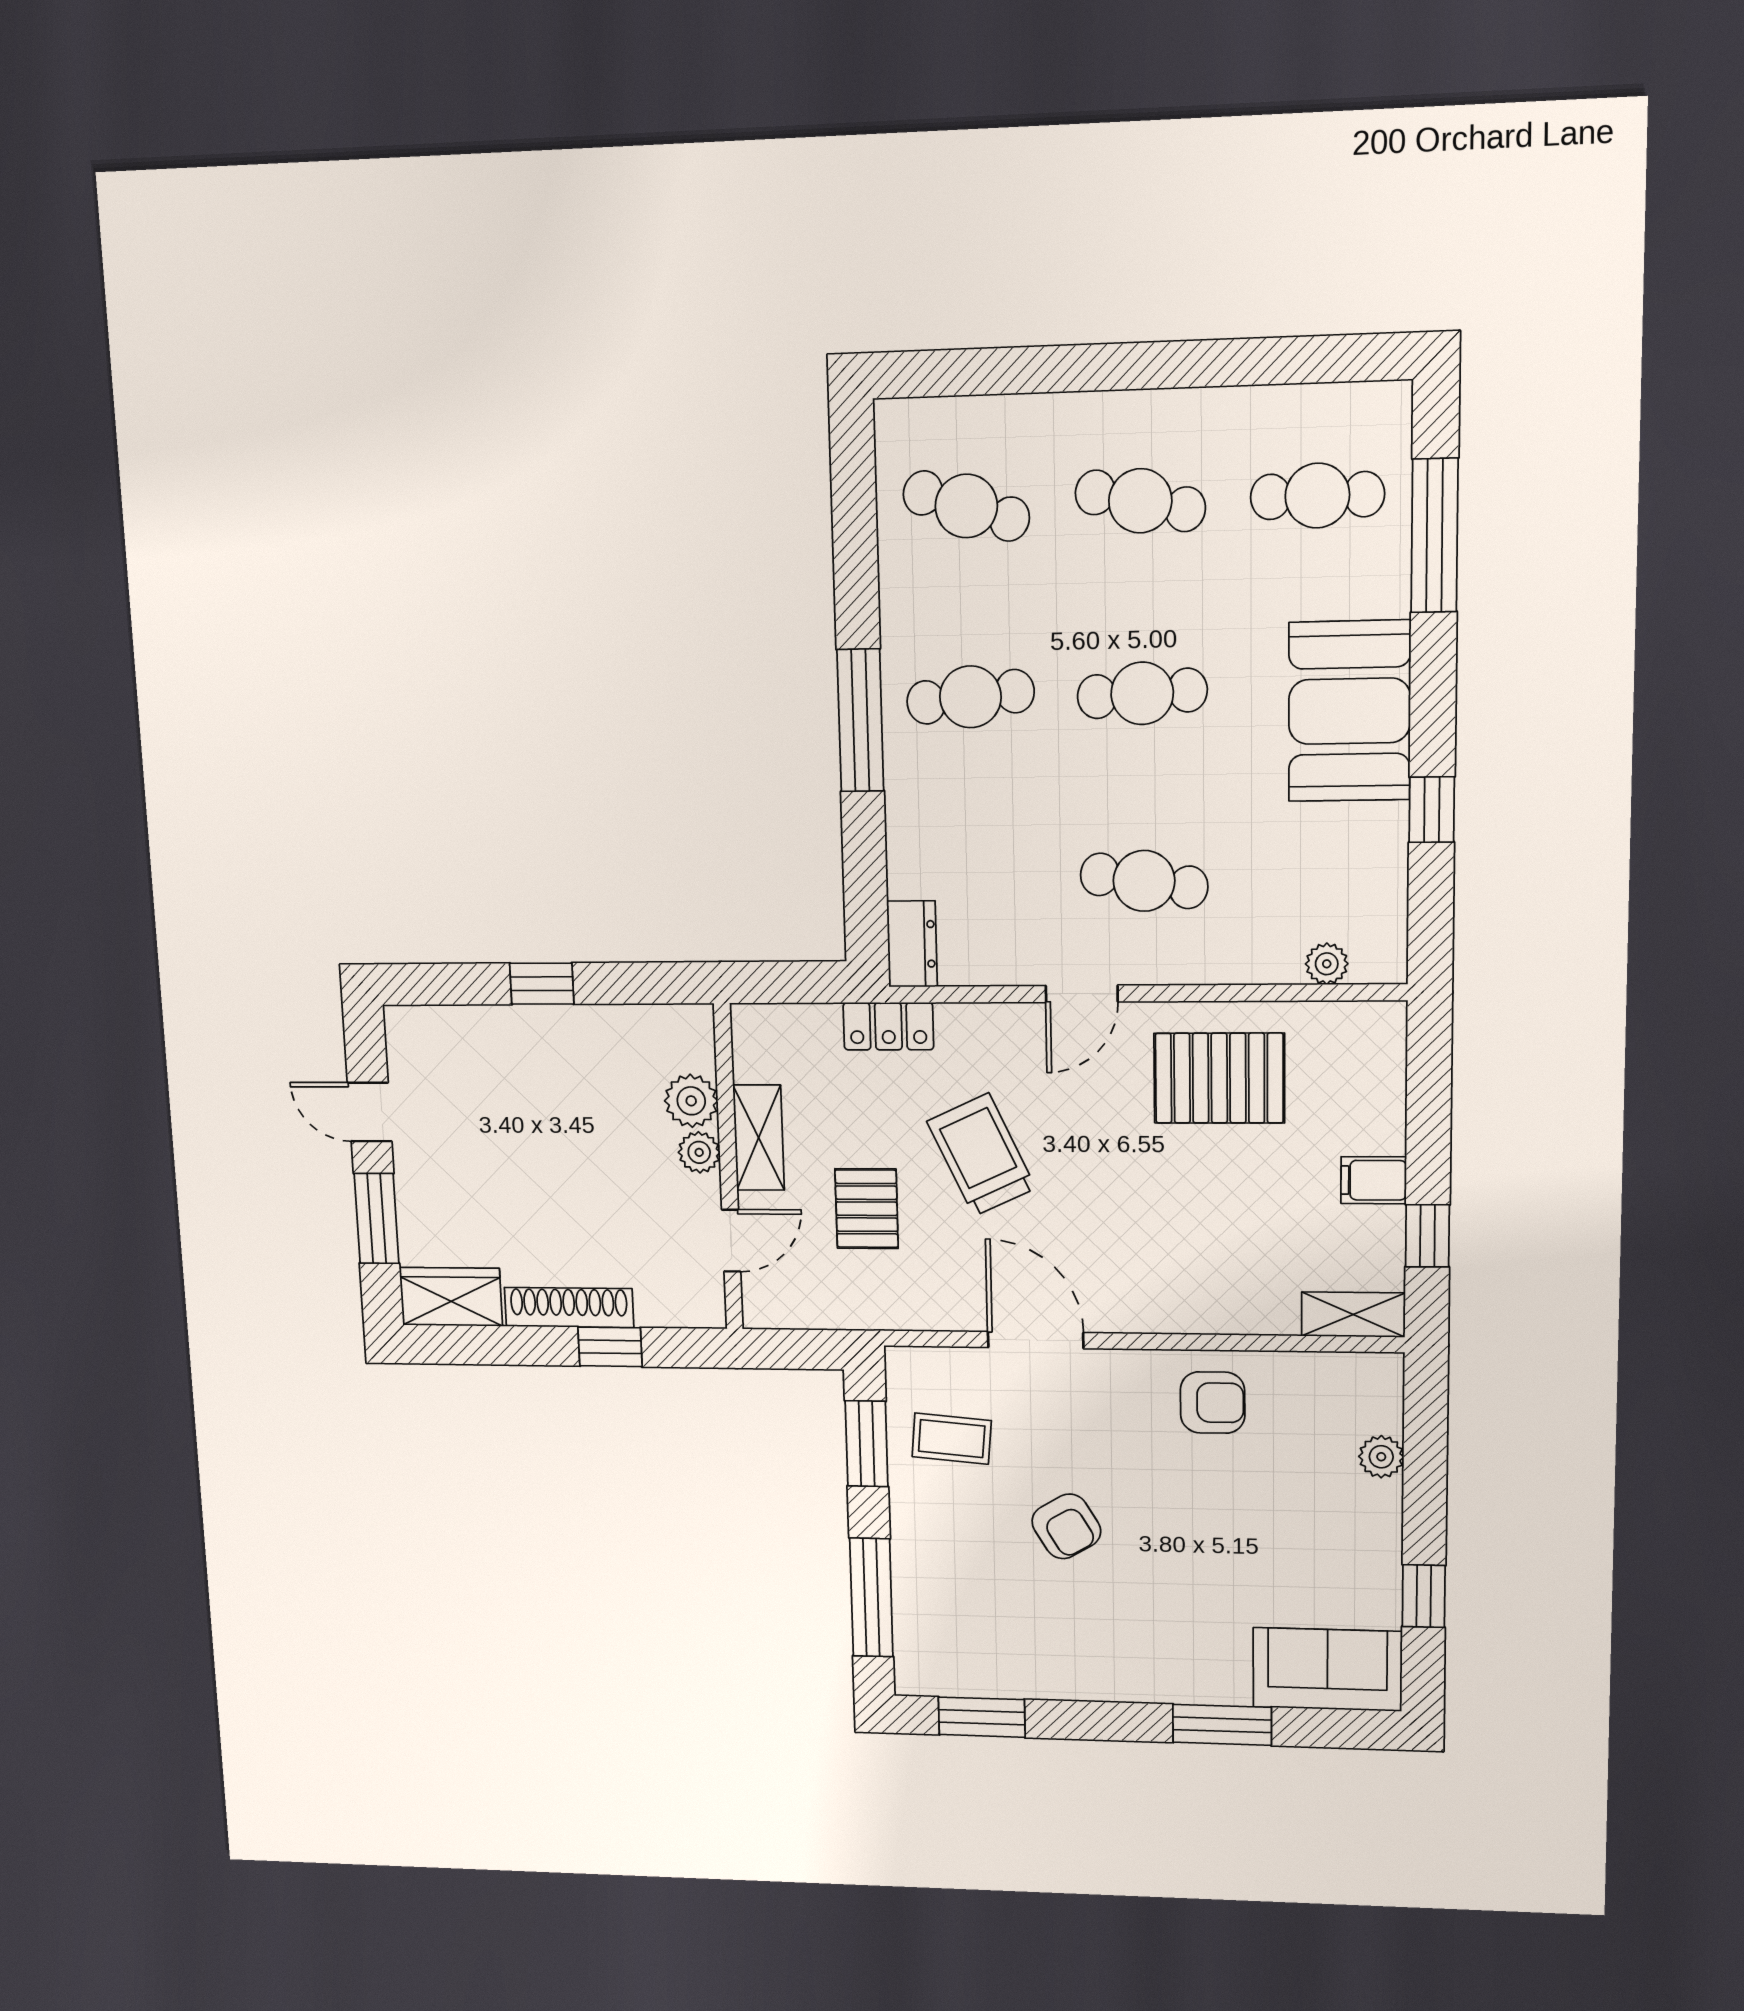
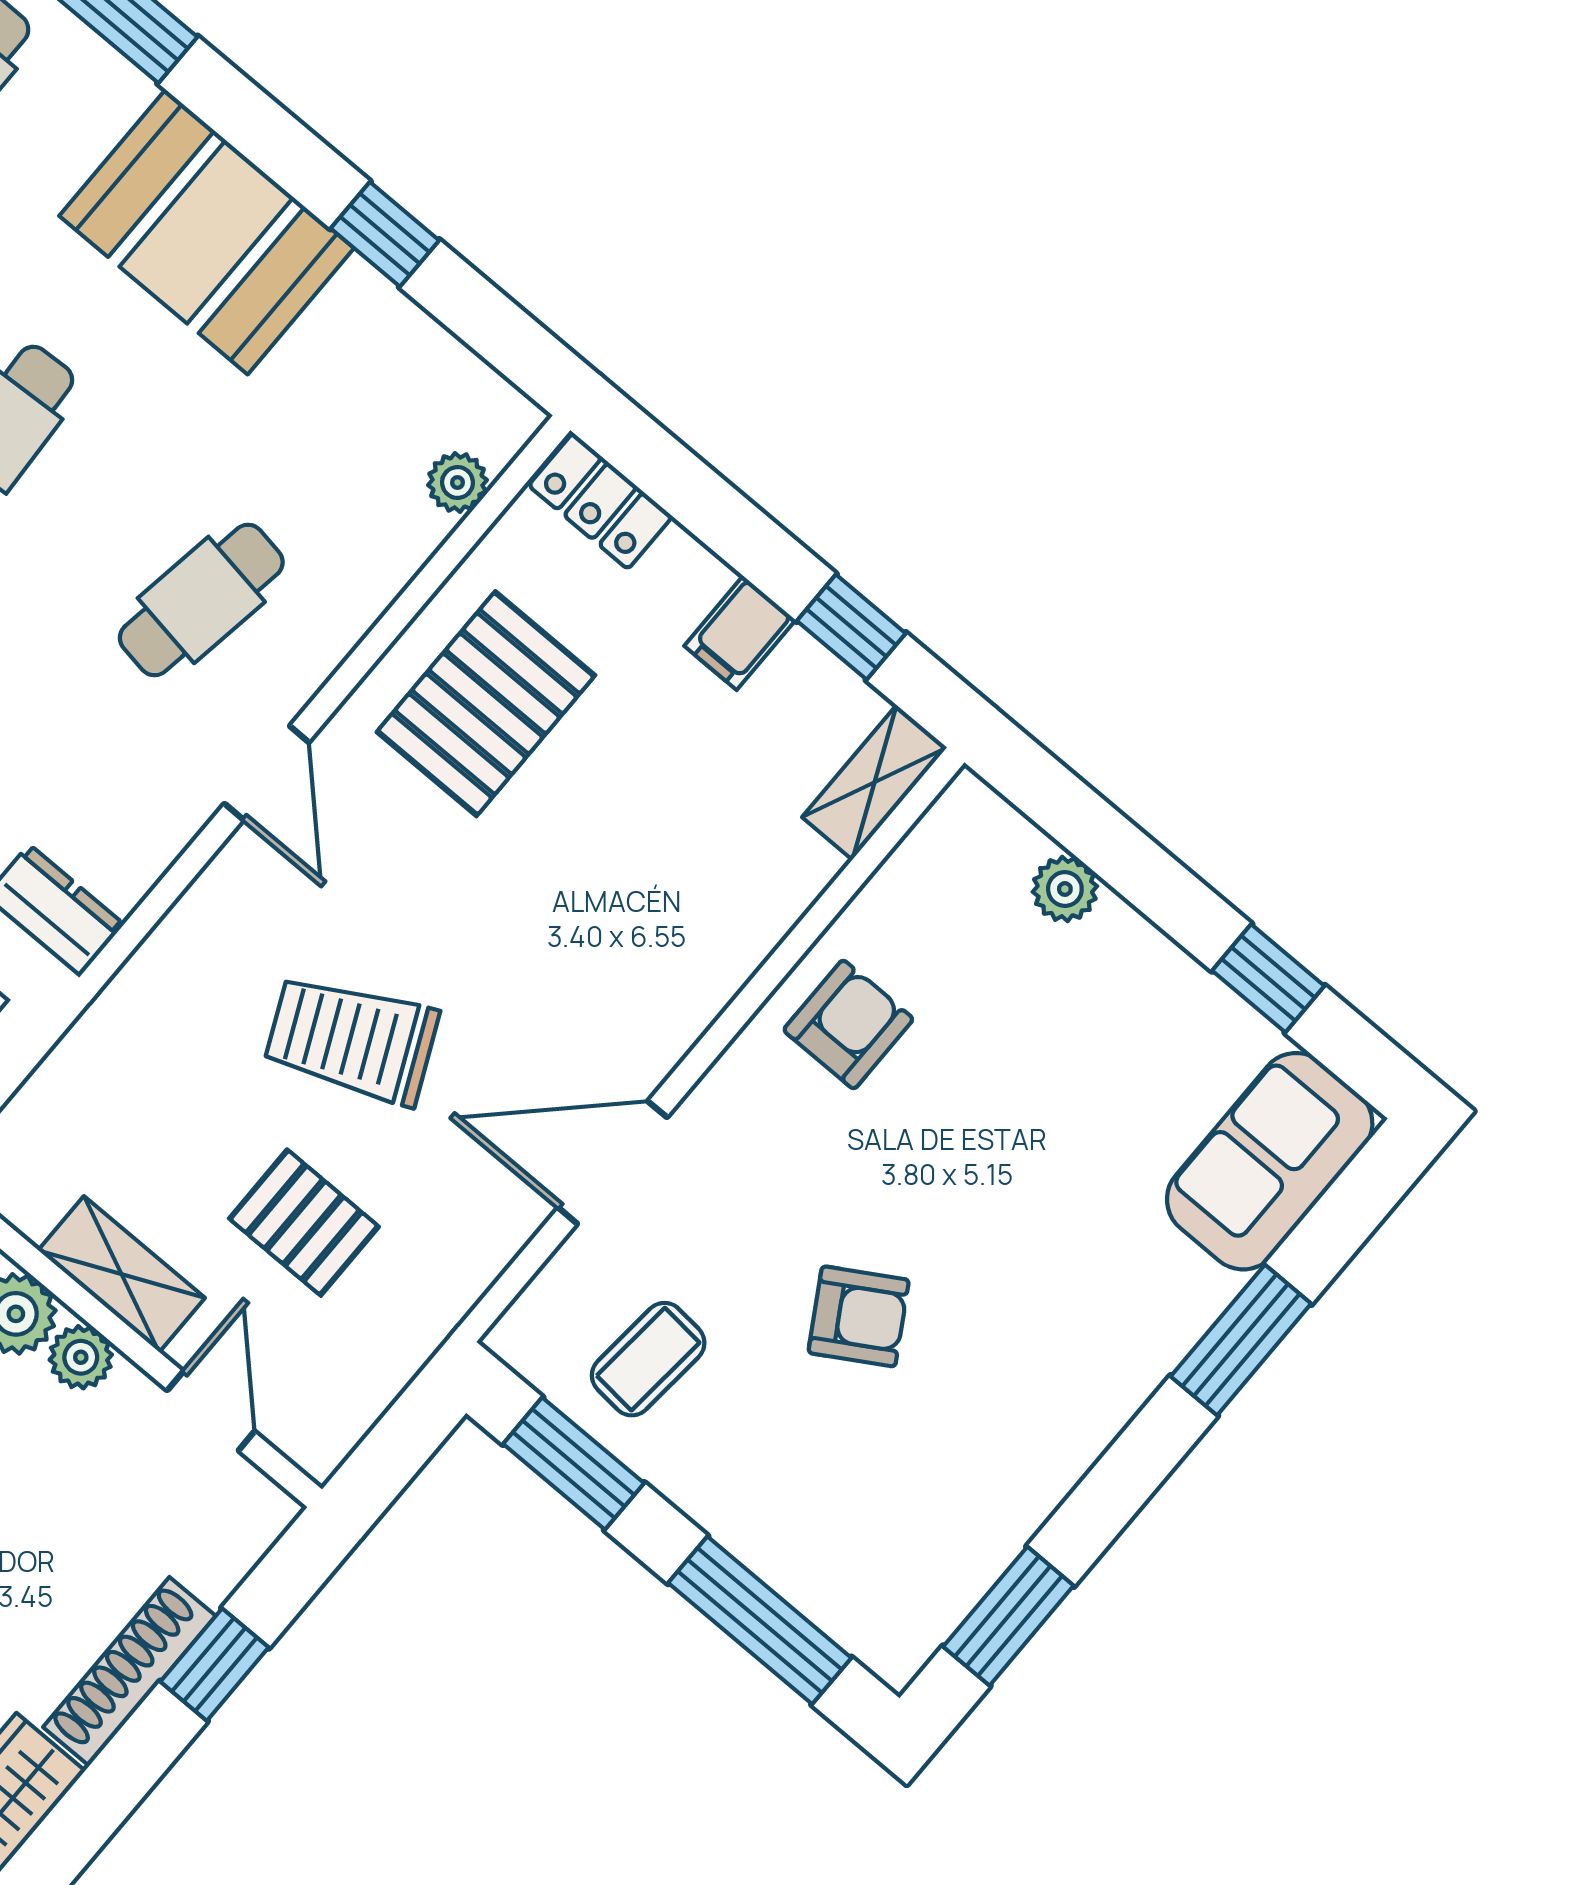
locker: (888, 1026) -> (600, 501), moved, turned 90

